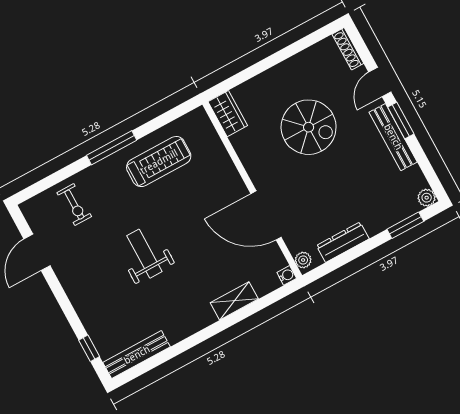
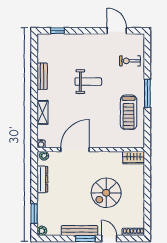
bench: (137, 355) -> (42, 76), moved, width x0.73

